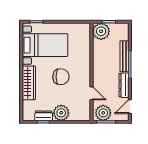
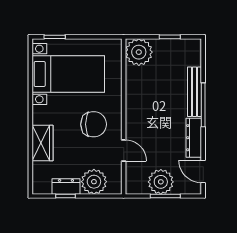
plant: (101, 31) -> (139, 52), moved
wall: (92, 72) -> (124, 116), moved
wardrobe: (29, 83) -> (43, 143), width x0.67
door: (92, 93) -> (124, 150), moved
door: (130, 106) -> (203, 171), hinge flipped

